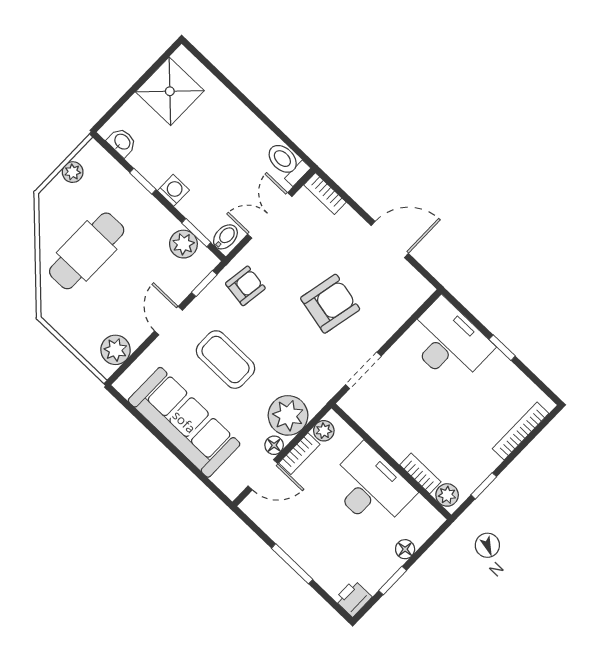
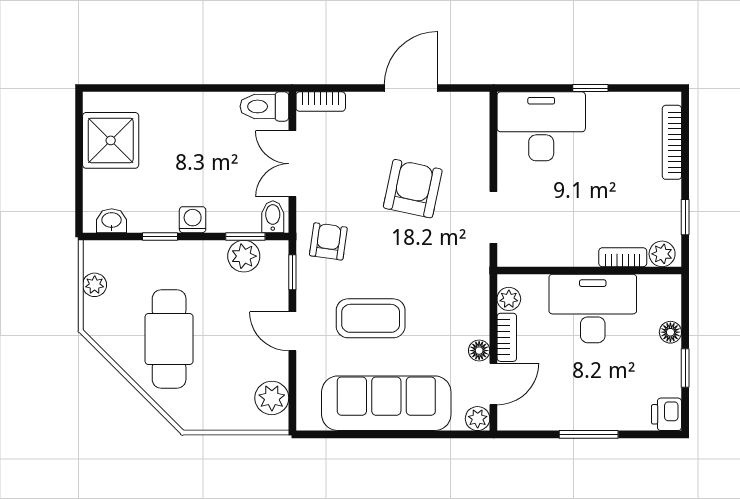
plant: (288, 415) -> (478, 419), moved, width x0.53, depth x0.53

